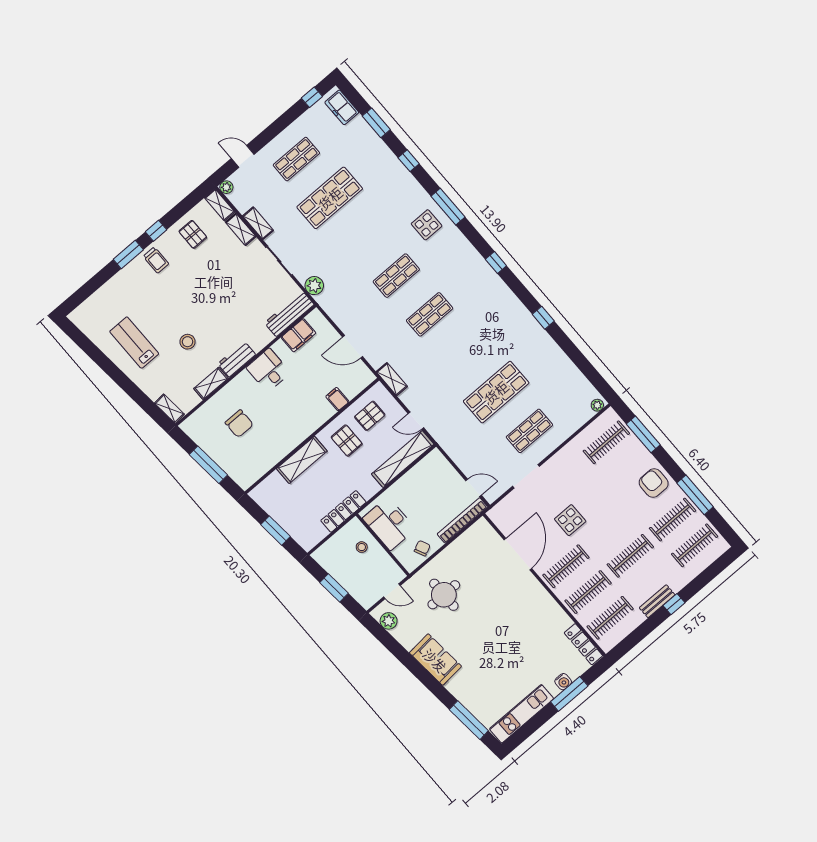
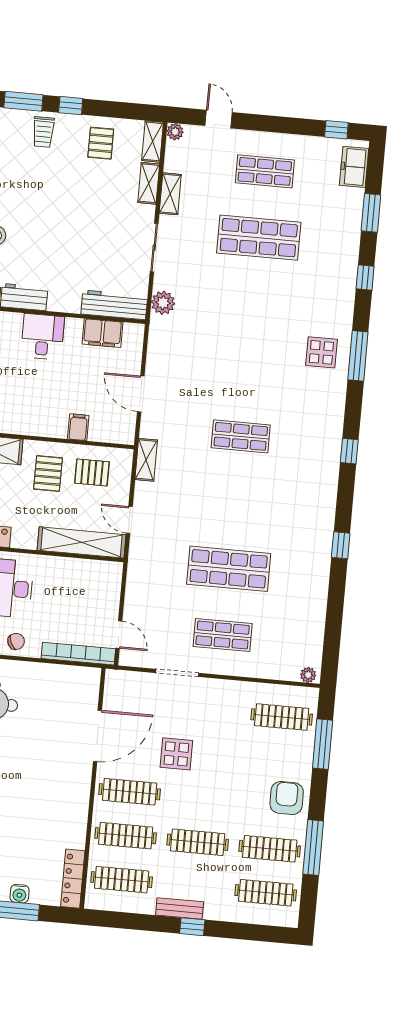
shop shelf: (396, 276) -> (247, 370), removed

